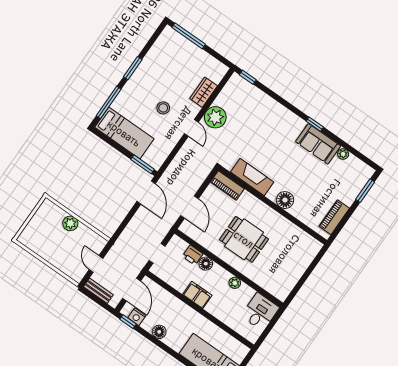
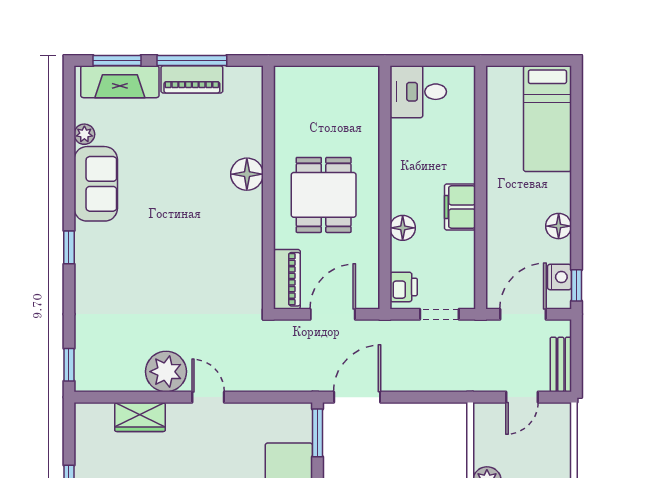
stool: (163, 108) -> (208, 462), removed
window: (315, 124) -> (69, 247), moved
door: (191, 128) -> (208, 397), hinge flipped
fireplace: (252, 177) -> (120, 82), moved, turned -90
piano: (227, 185) -> (287, 279), moved
floor lamp: (285, 200) -> (247, 174), moved
wall: (273, 205) -> (268, 187), moved
window: (342, 223) -> (192, 60), added
printer: (193, 255) -> (404, 287), moved
plant: (235, 283) -> (401, 162), removed

